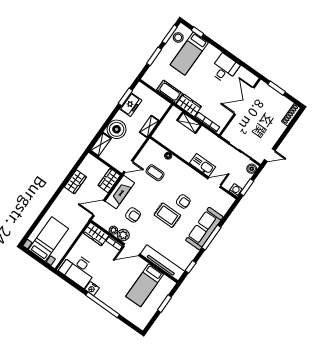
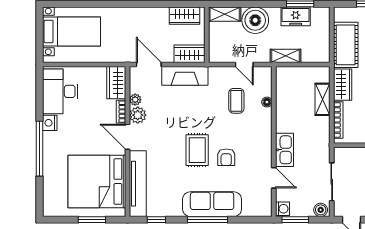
cot: (170, 92) -> (346, 45), width x1.37, depth x1.34
door: (128, 166) -> (244, 65), moved
wardrobe: (75, 182) -> (184, 16), moved
armchair: (133, 215) -> (169, 110), removed
bed: (145, 285) -> (97, 181), width x2.04

